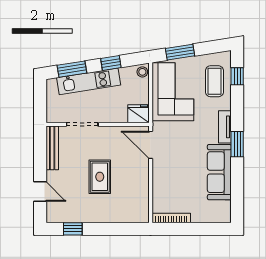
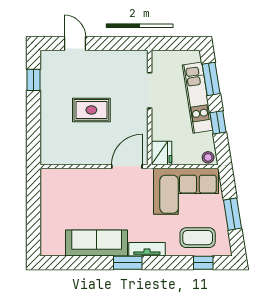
window: (180, 52) -> (232, 214), moved
bench: (52, 148) -> (124, 57), removed
door: (40, 192) -> (75, 44), swing flipped
bookcase: (171, 218) -> (45, 189), removed

